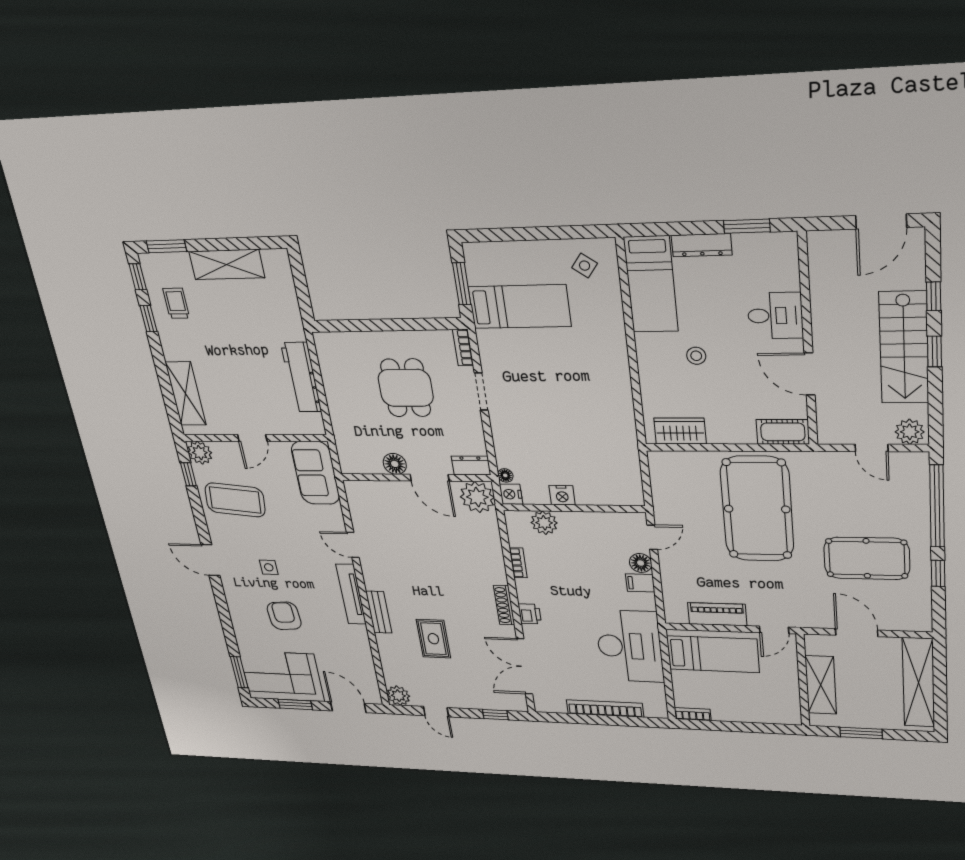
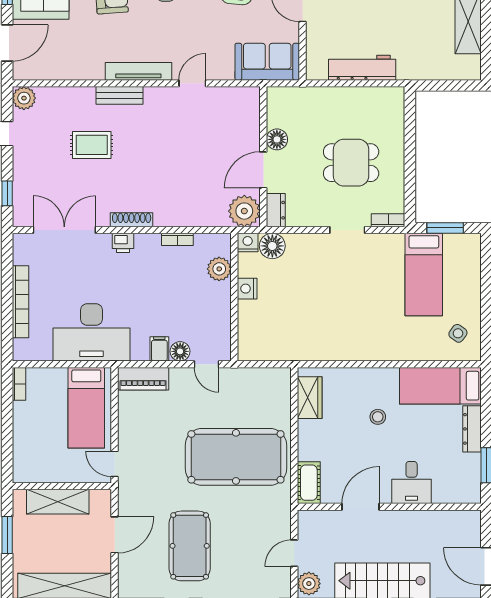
floor lamp: (505, 475) -> (272, 246), width x1.89, depth x1.89
piano: (717, 614) -> (143, 379), moved, turned 90

